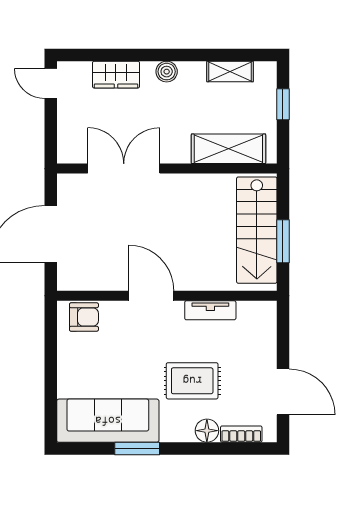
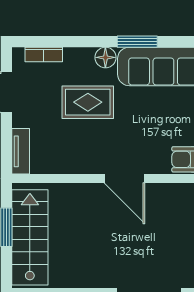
tv unit: (210, 310) -> (21, 151), moved, turned 90
floor lamp: (207, 431) -> (105, 57), moved

